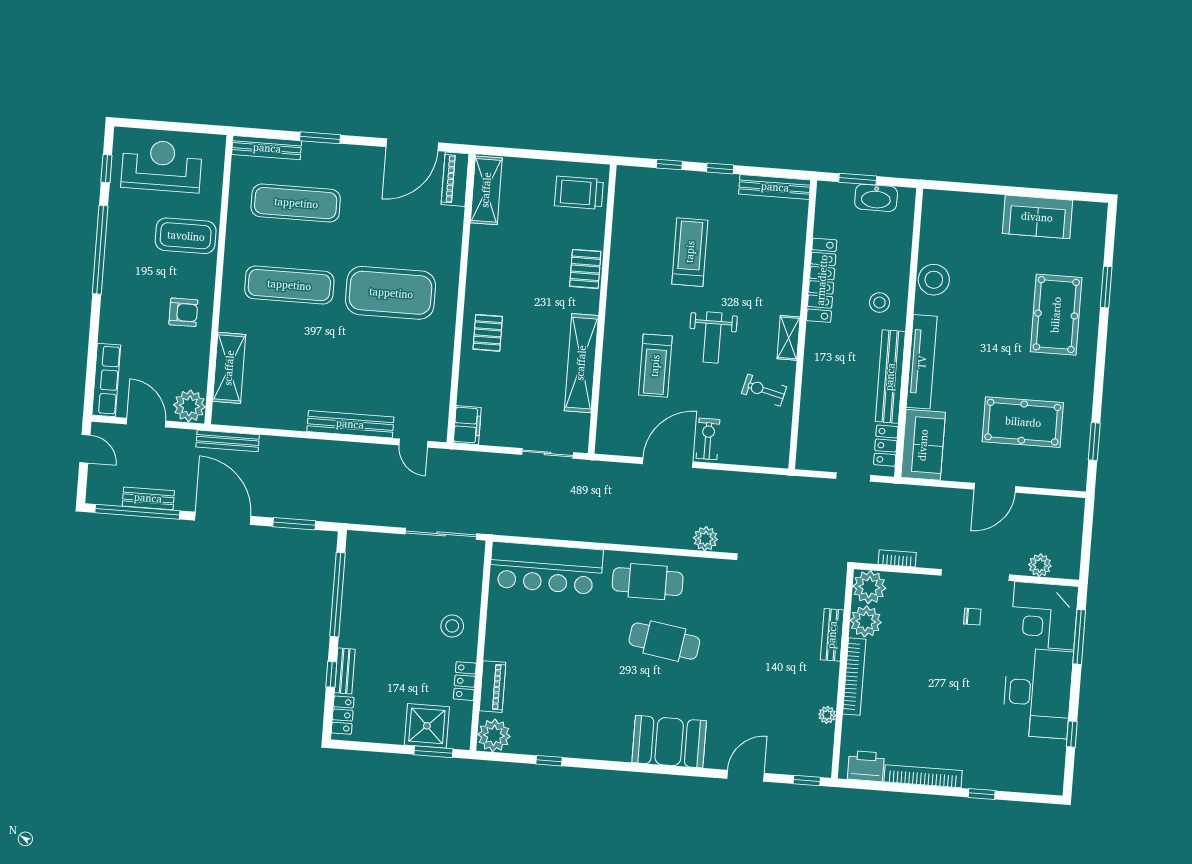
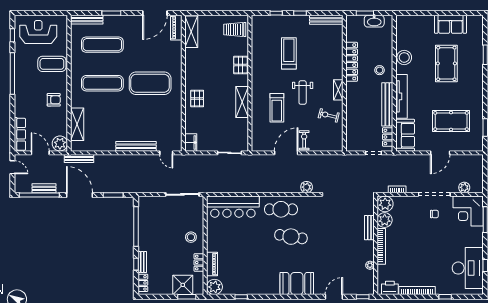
pool table: (1056, 315) -> (446, 63), moved
shelving: (581, 363) -> (242, 102), width x0.68
desk: (1038, 693) -> (468, 268), moved

